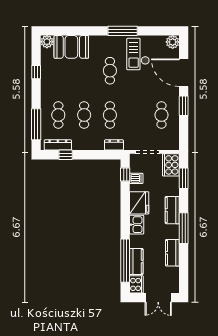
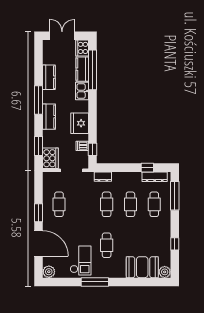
kitchen sink: (137, 225) -> (82, 91), moved

